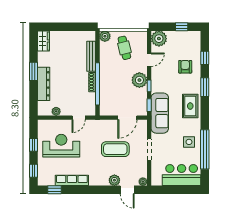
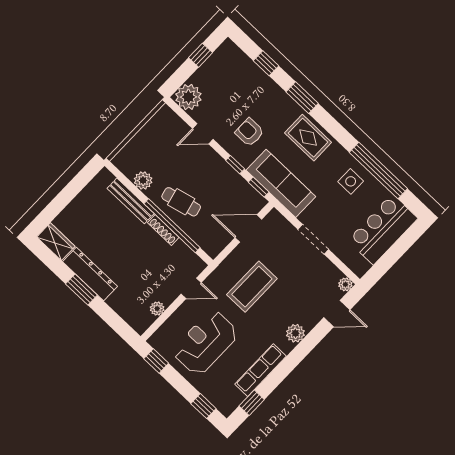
plant: (105, 36) -> (143, 180), moved
cafe table: (124, 48) -> (181, 202), moved
door: (149, 60) -> (203, 134), swing flipped
armchair: (185, 67) -> (250, 132), moved
plant: (139, 80) -> (217, 170), removed
dresser: (44, 84) -> (90, 274), moved
door: (79, 118) -> (191, 288), hinge flipped
door: (127, 118) -> (248, 228), swing flipped
window: (33, 145) -> (156, 361), moved
coffee table: (115, 149) -> (252, 287), moved
plant: (114, 180) -> (295, 333), moved

